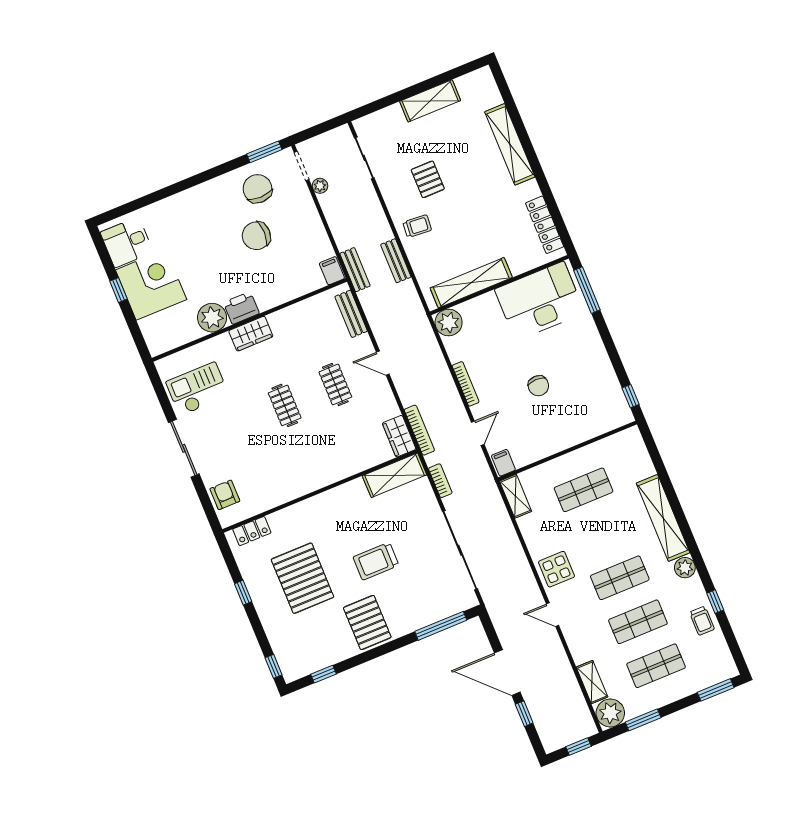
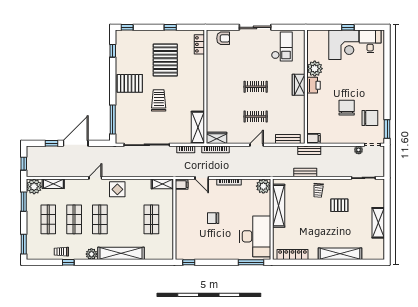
pallet: (302, 578) -> (165, 60), turned 90

